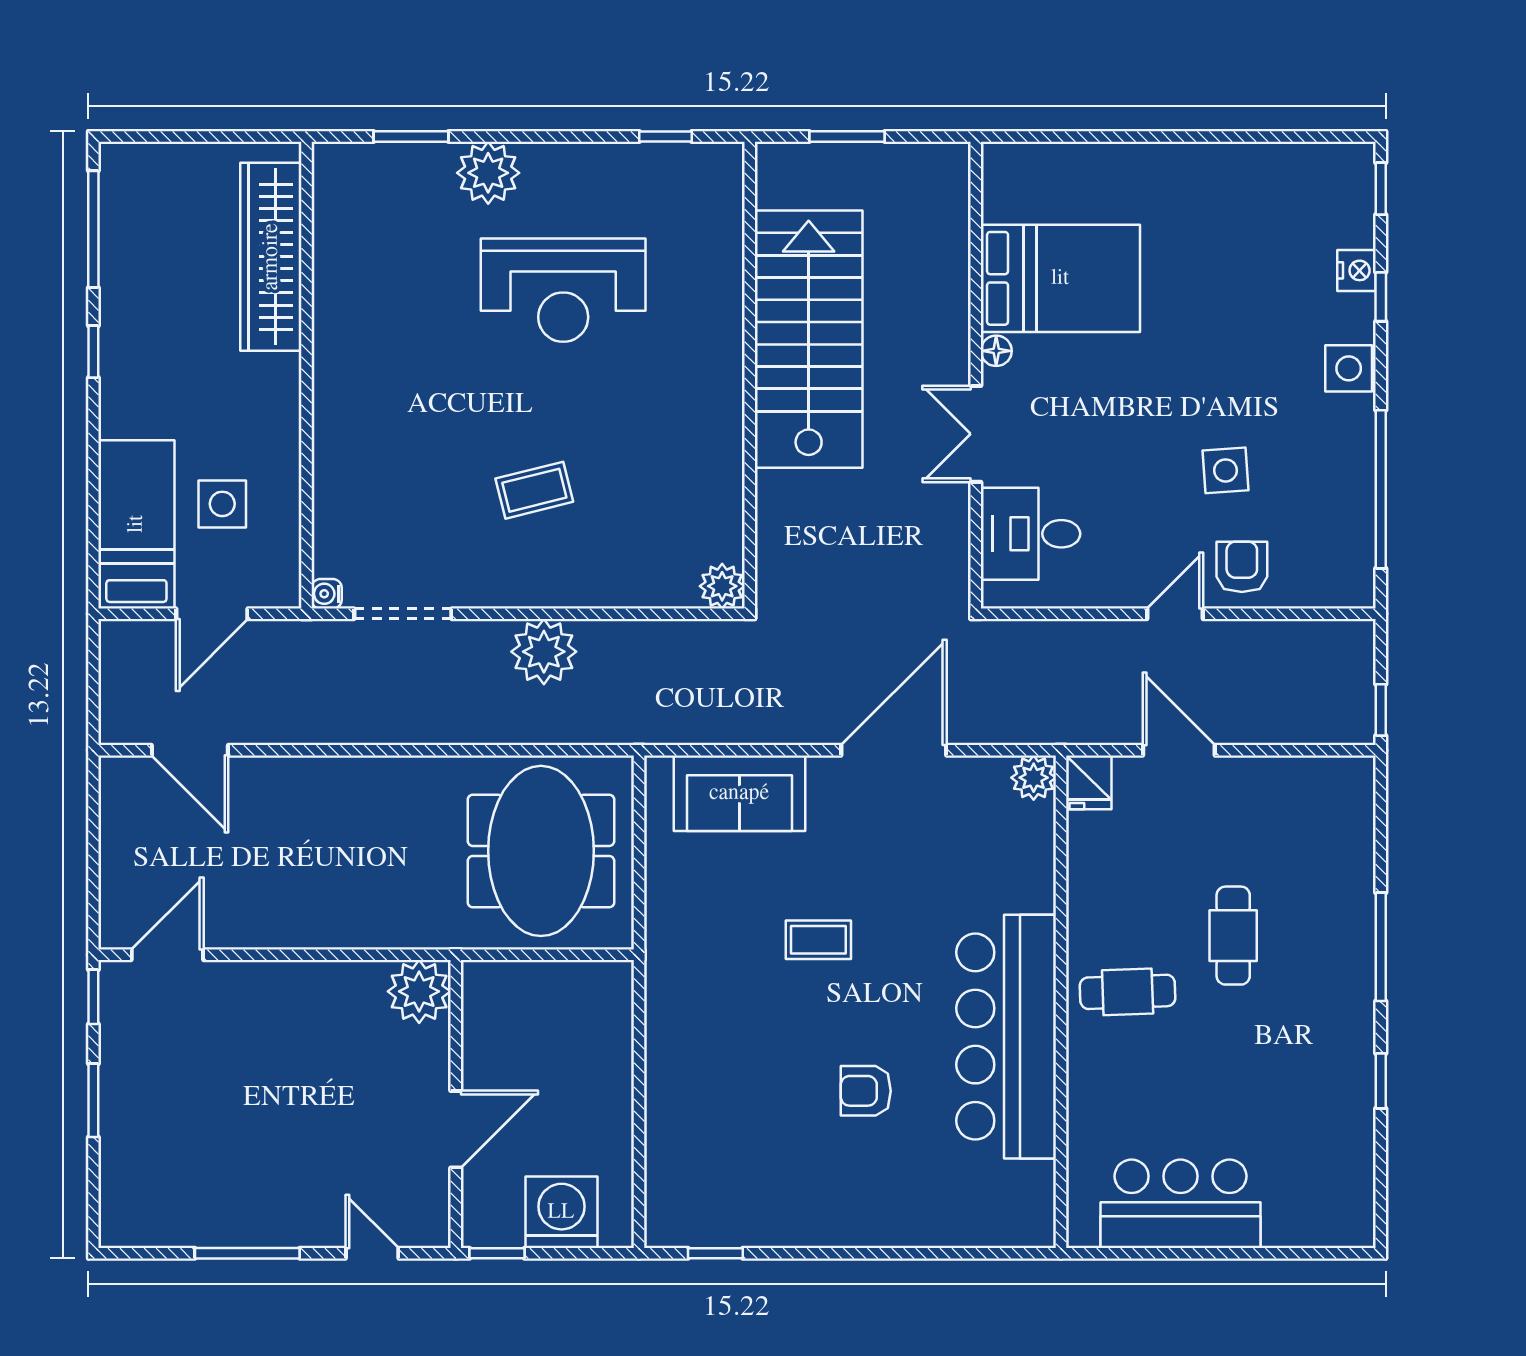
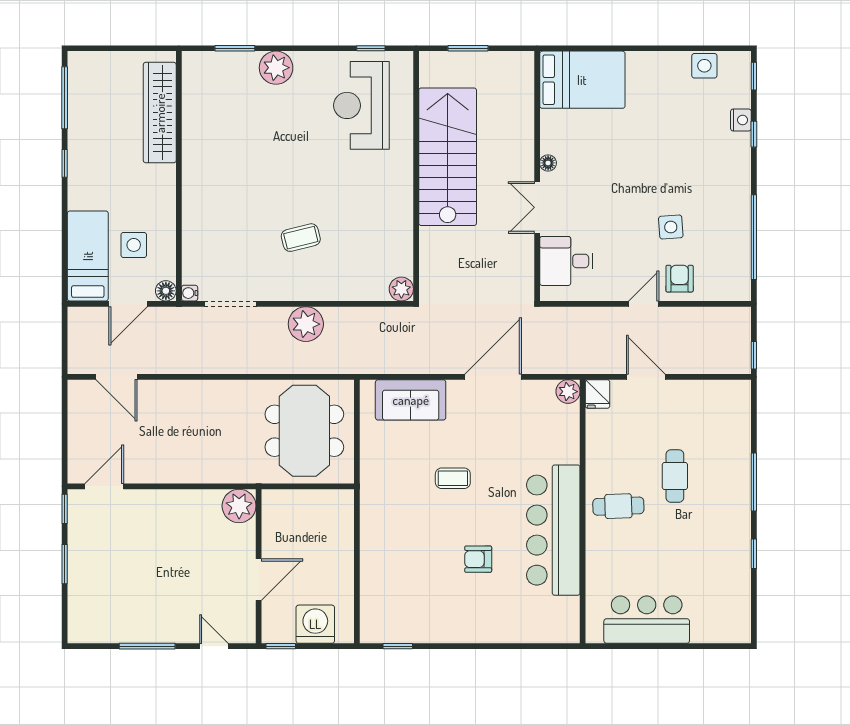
bed: (1060, 278) -> (582, 80), moved
reception desk: (563, 290) -> (361, 105), moved, turned 90
side table: (1349, 368) -> (704, 66), moved
floor lamp: (282, 590) -> (166, 291), added

